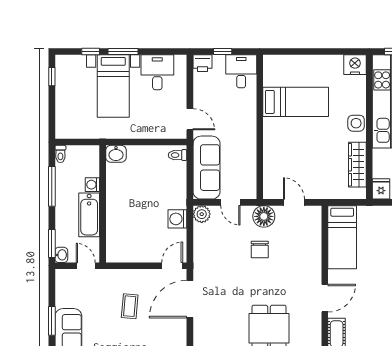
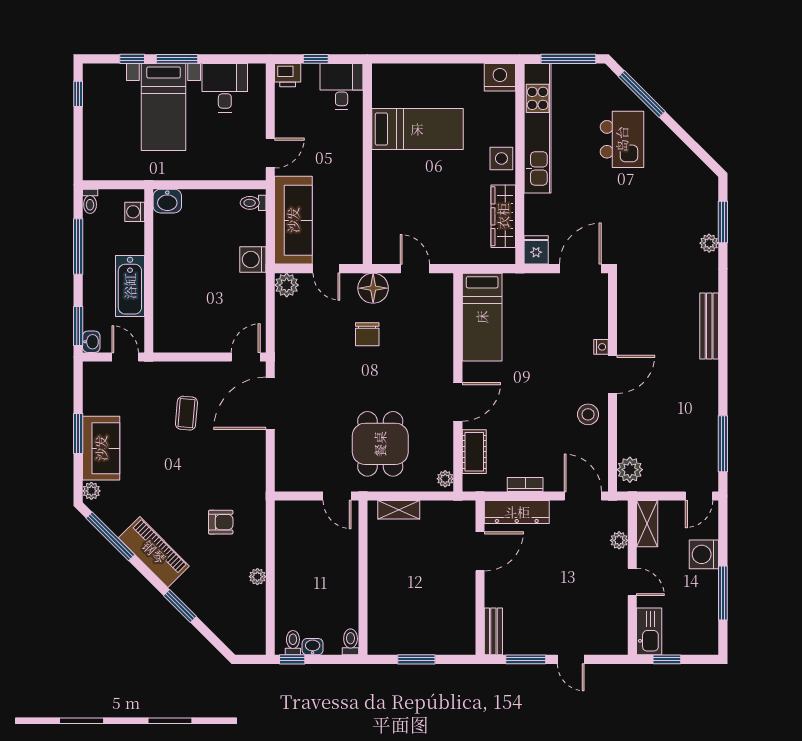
door: (190, 119) -> (270, 153), hinge flipped
washing machine: (92, 185) -> (135, 212), moved
washing machine: (177, 219) -> (253, 259), moved

